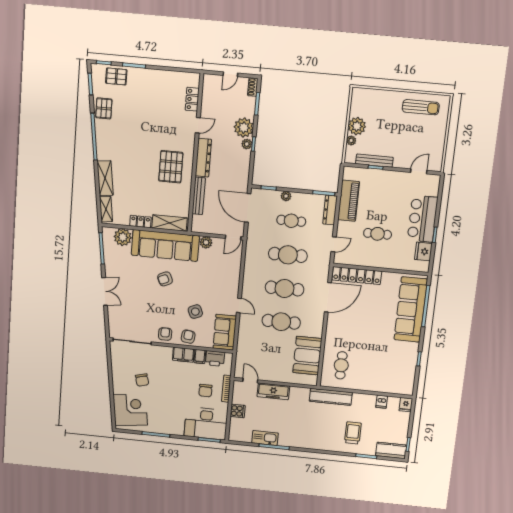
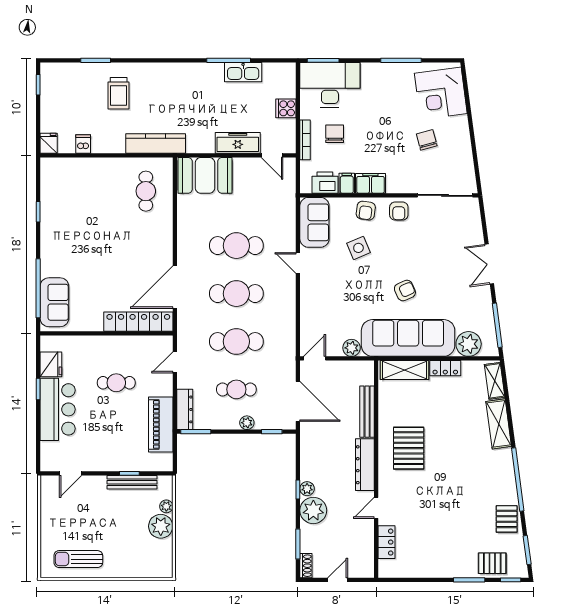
sofa: (411, 309) -> (54, 302), width x0.54, depth x0.79
booth: (307, 356) -> (205, 175), moved, turned 90
kitchen counter: (391, 450) -> (61, 73), removed

